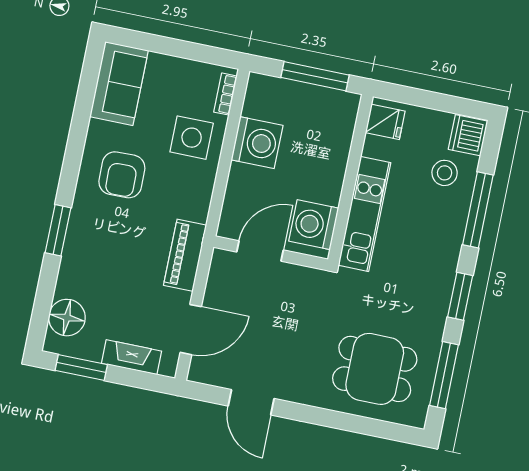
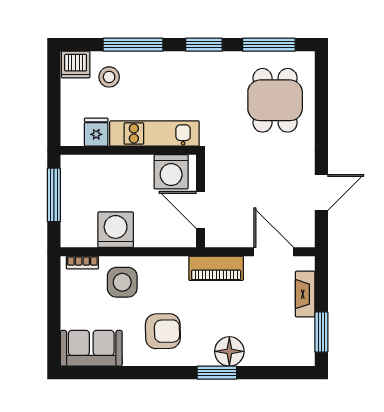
fridge: (385, 122) -> (96, 132), moved
floor lamp: (67, 318) -> (229, 351), moved

